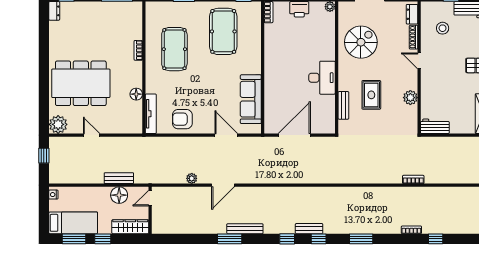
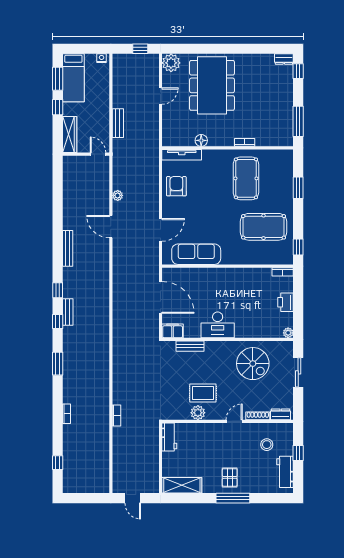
pool table: (174, 49) -> (246, 178), turned 90
rug: (371, 95) -> (203, 393), moved
filing cabinet: (328, 123) -> (173, 331), added
floor lamp: (119, 195) -> (101, 123), removed
window: (230, 239) -> (58, 233), removed
window: (436, 239) -> (58, 463), moved

